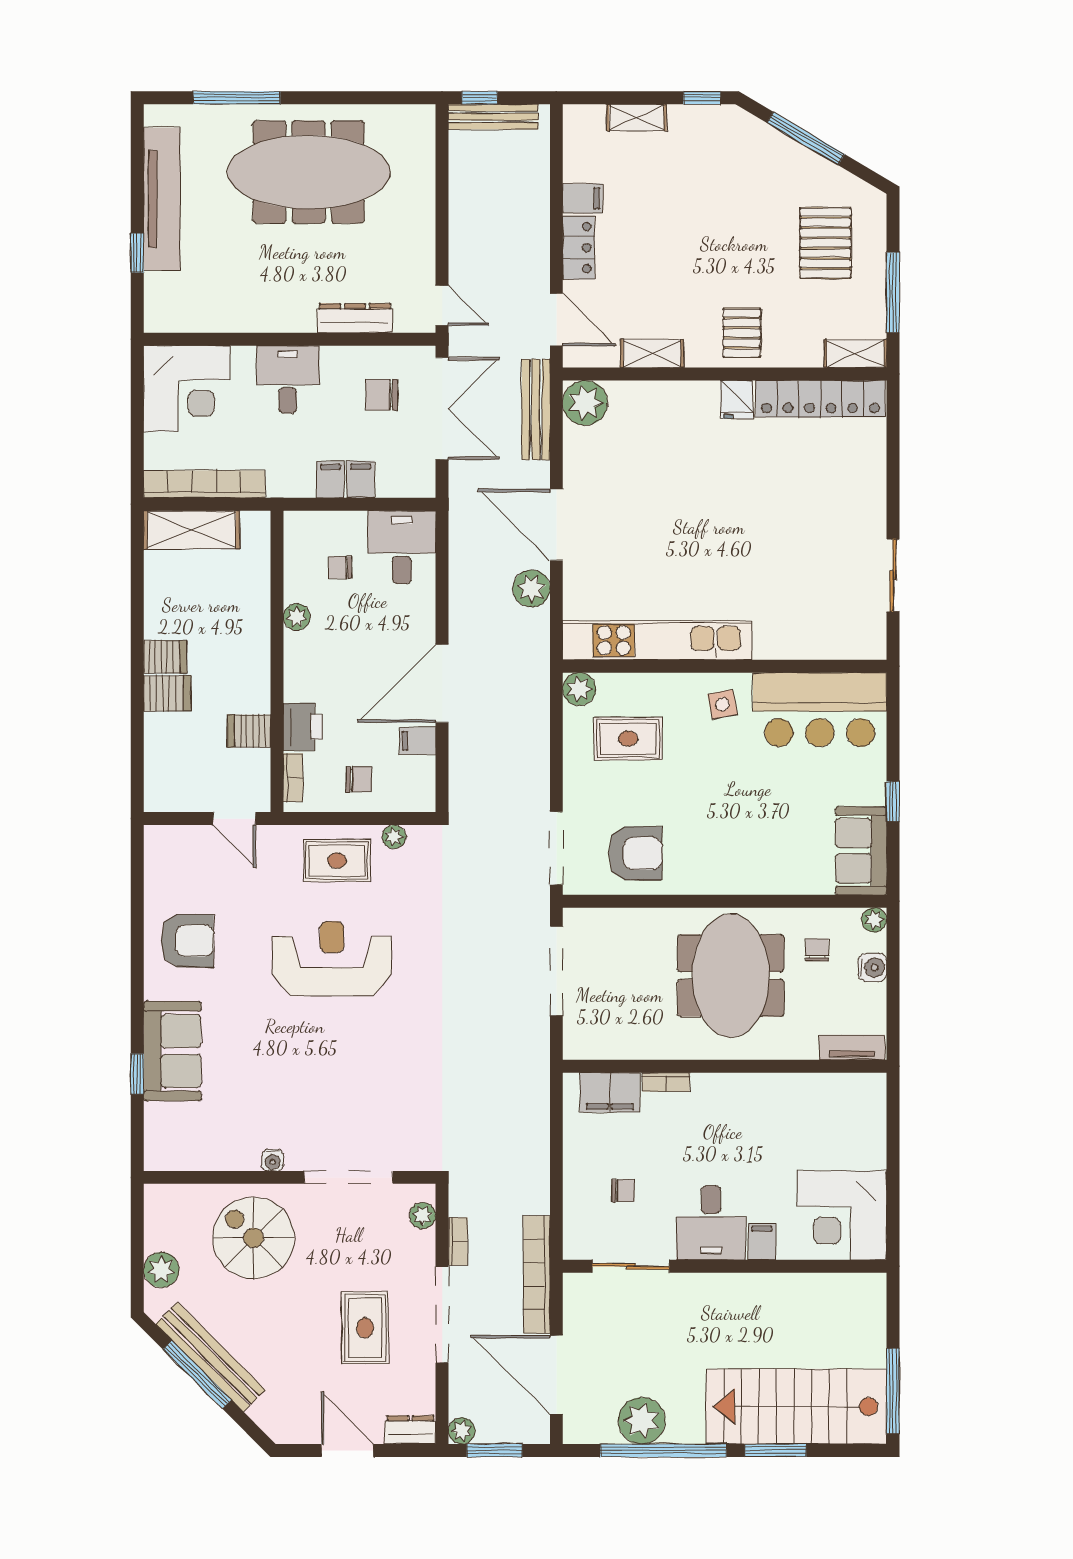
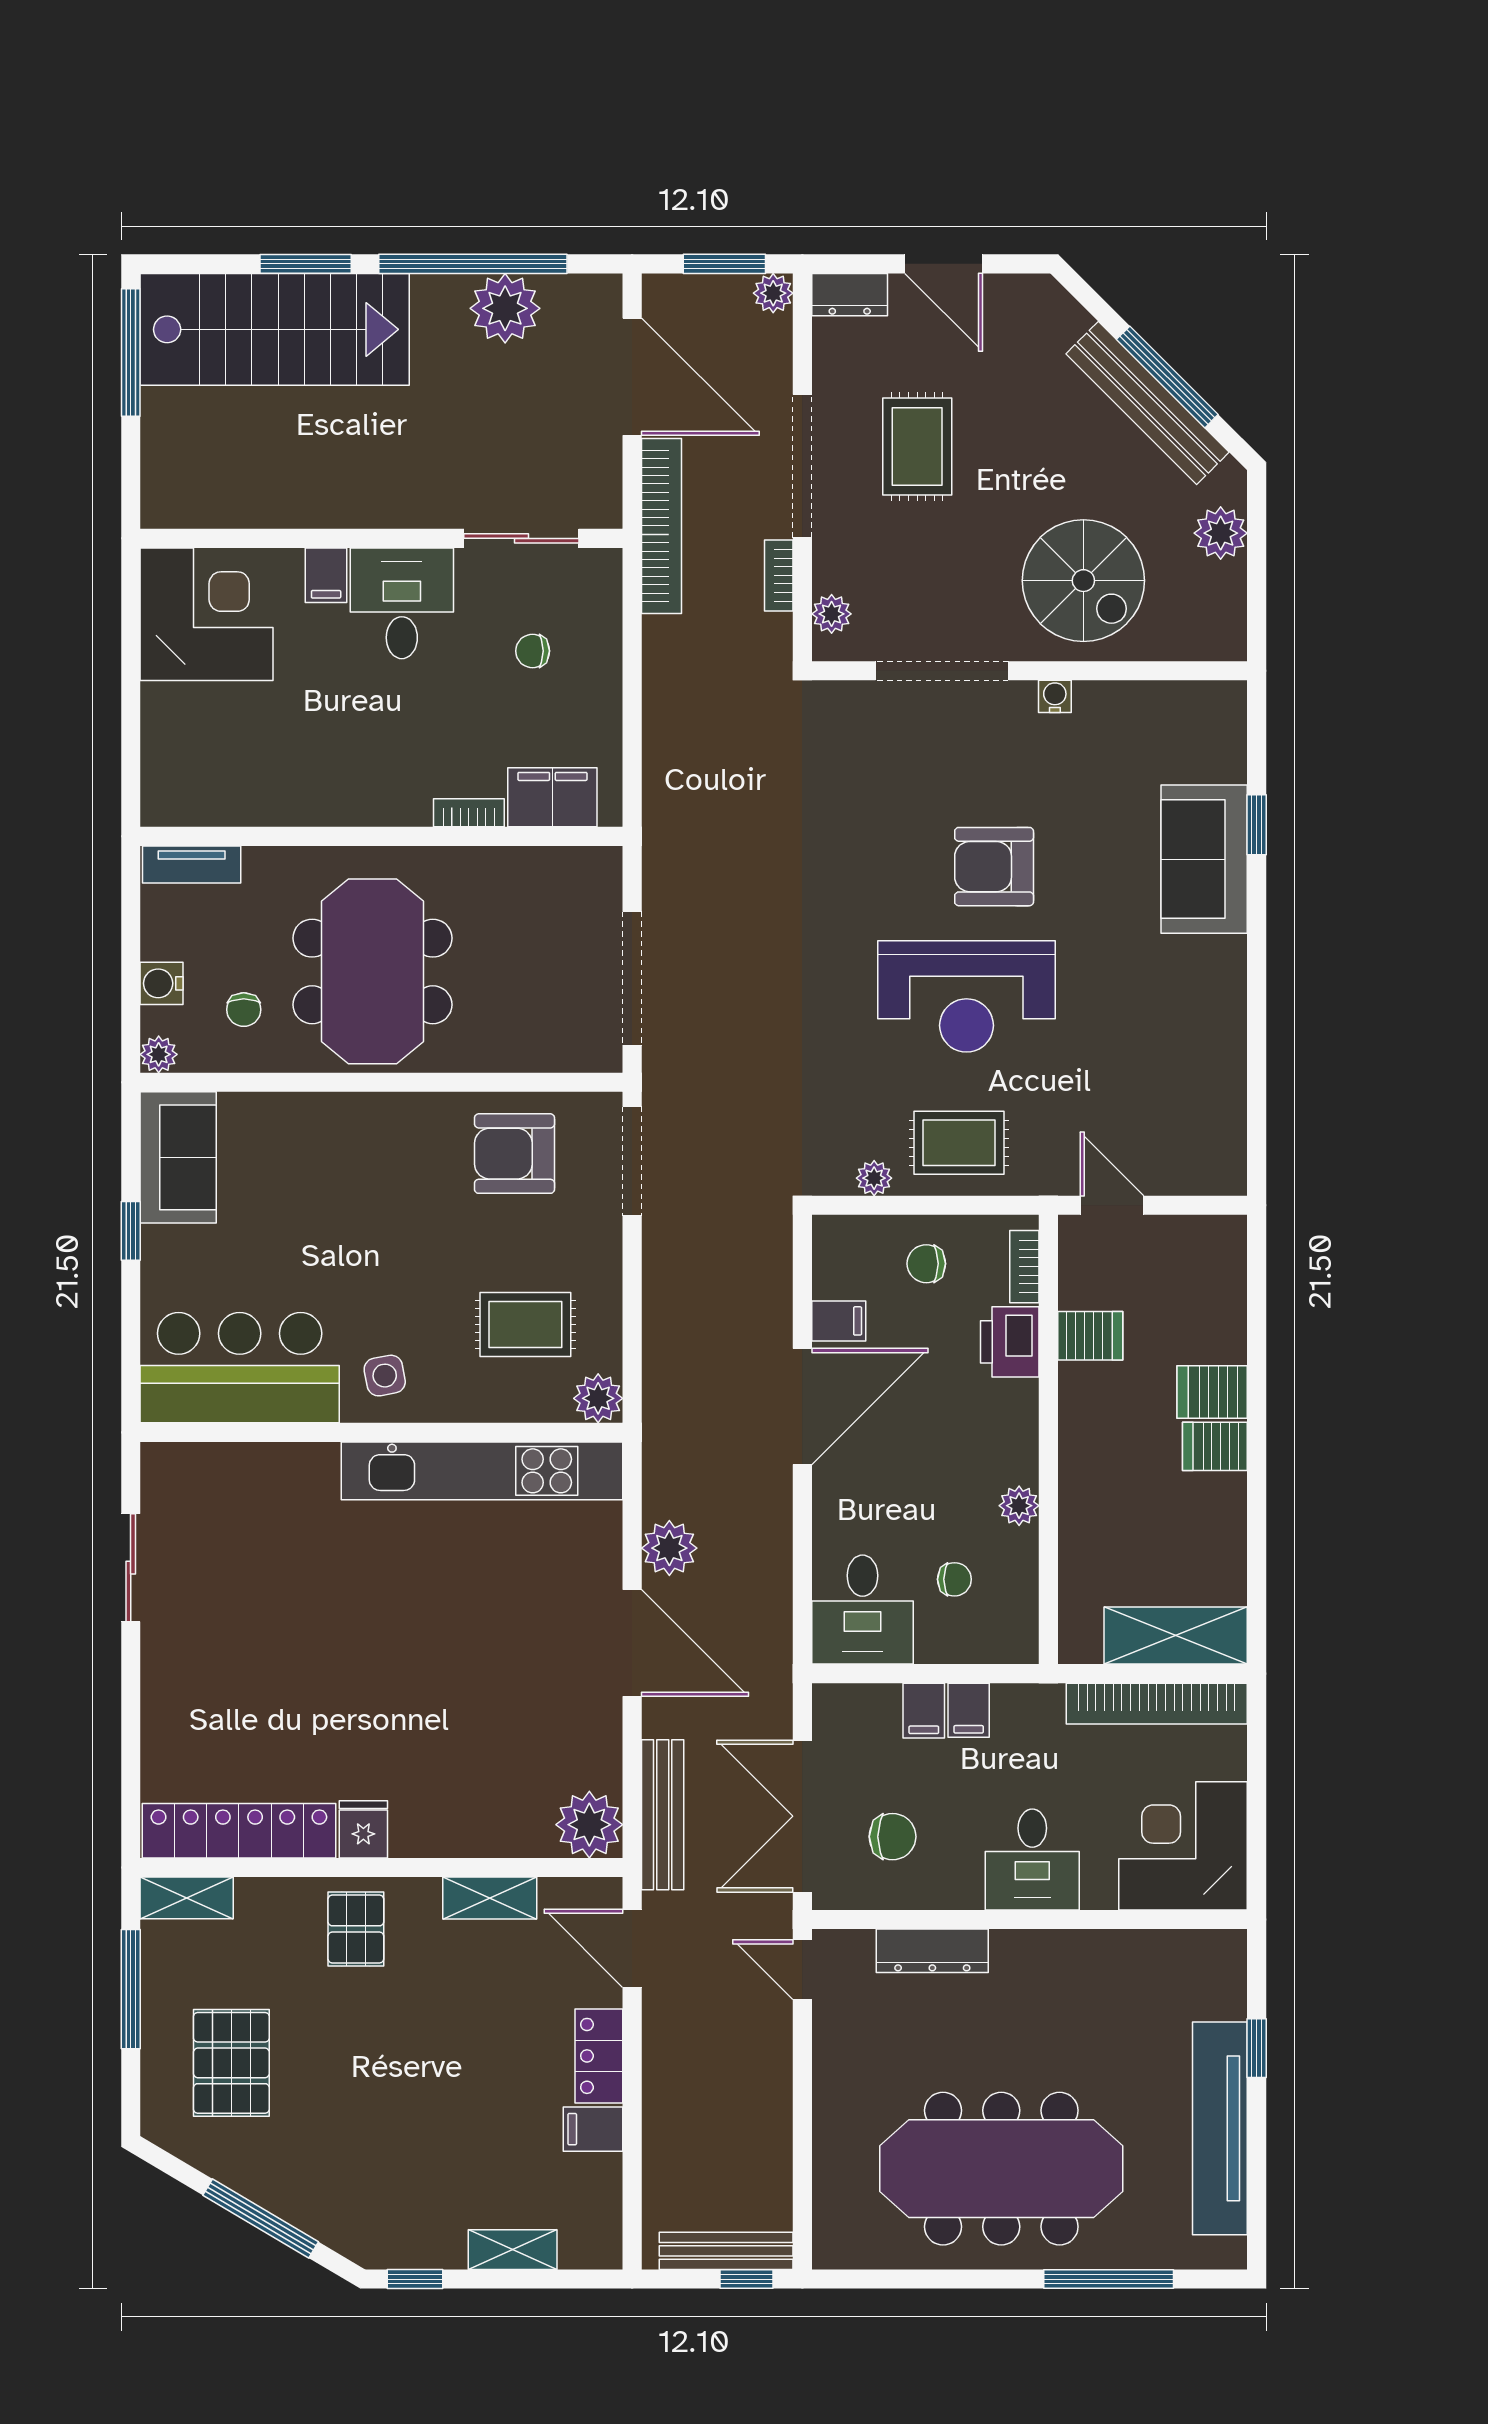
armchair: (187, 941) -> (994, 867), moved

